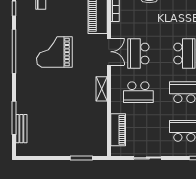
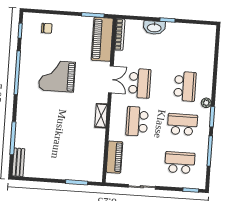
school desk: (138, 54) -> (140, 83), turned 180
school desk: (138, 92) -> (137, 121), turned 90
bench: (21, 129) -> (18, 162), moved

